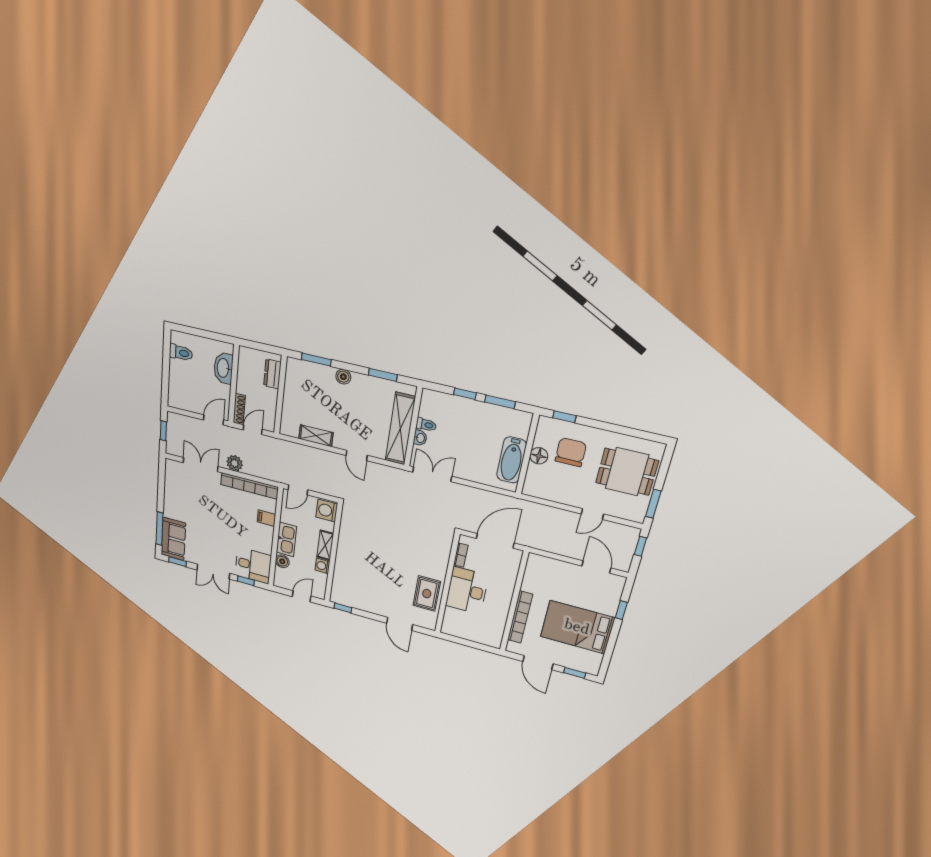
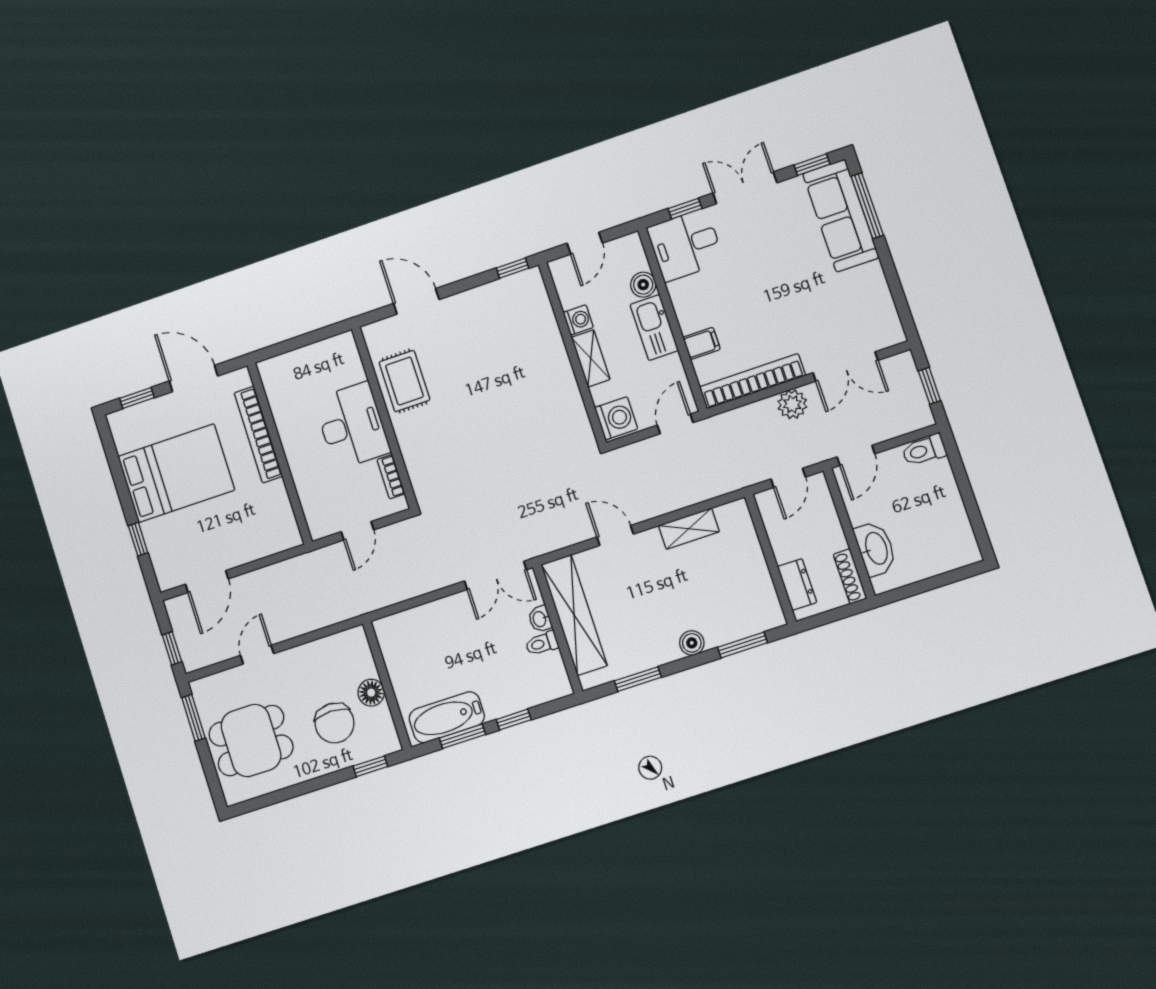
toilet: (181, 353) -> (924, 450), moved
shoe rack: (239, 409) -> (850, 576), moved
bathtub: (511, 460) -> (447, 717), moved, turned -90
sofa: (173, 539) -> (841, 216), width x1.36
door: (495, 541) -> (357, 531), width x0.53
door: (596, 567) -> (207, 581), hinge flipped

